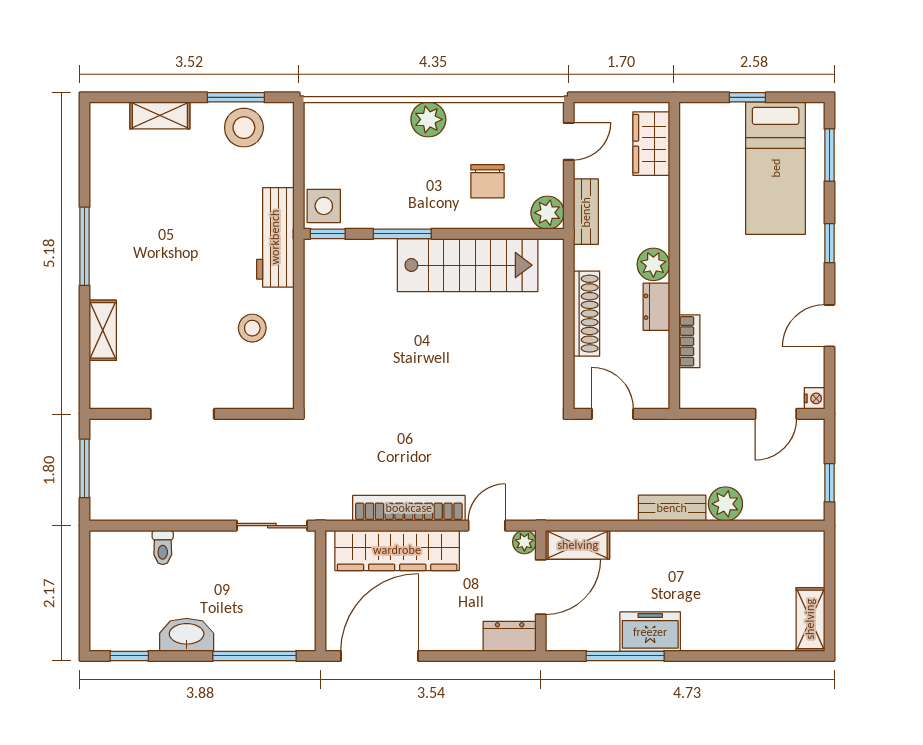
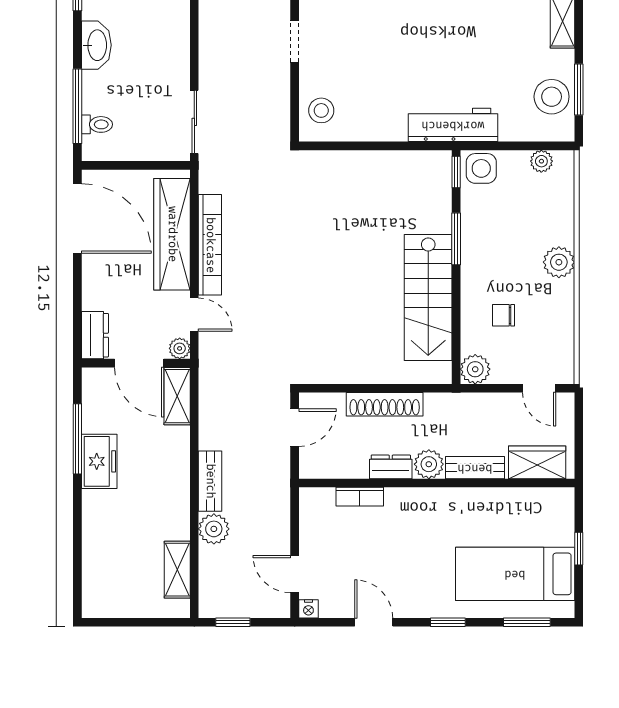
plant: (316, 139) -> (541, 161), added
chair: (487, 181) -> (503, 315), width x0.73, depth x0.73
bench: (586, 212) -> (475, 468), moved
stool: (252, 328) -> (321, 110), moved
doorway: (182, 414) -> (295, 41), width x0.73
toilet: (163, 547) -> (97, 124), moved, turned 180
shelving: (810, 619) -> (177, 570), moved, turned 90

